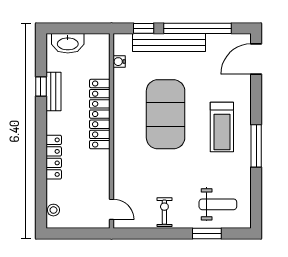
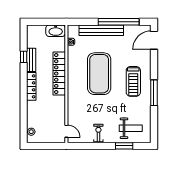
window: (144, 28) -> (86, 22), removed
washbasin: (68, 43) -> (56, 31), moved
locker: (54, 157) -> (31, 86), moved

